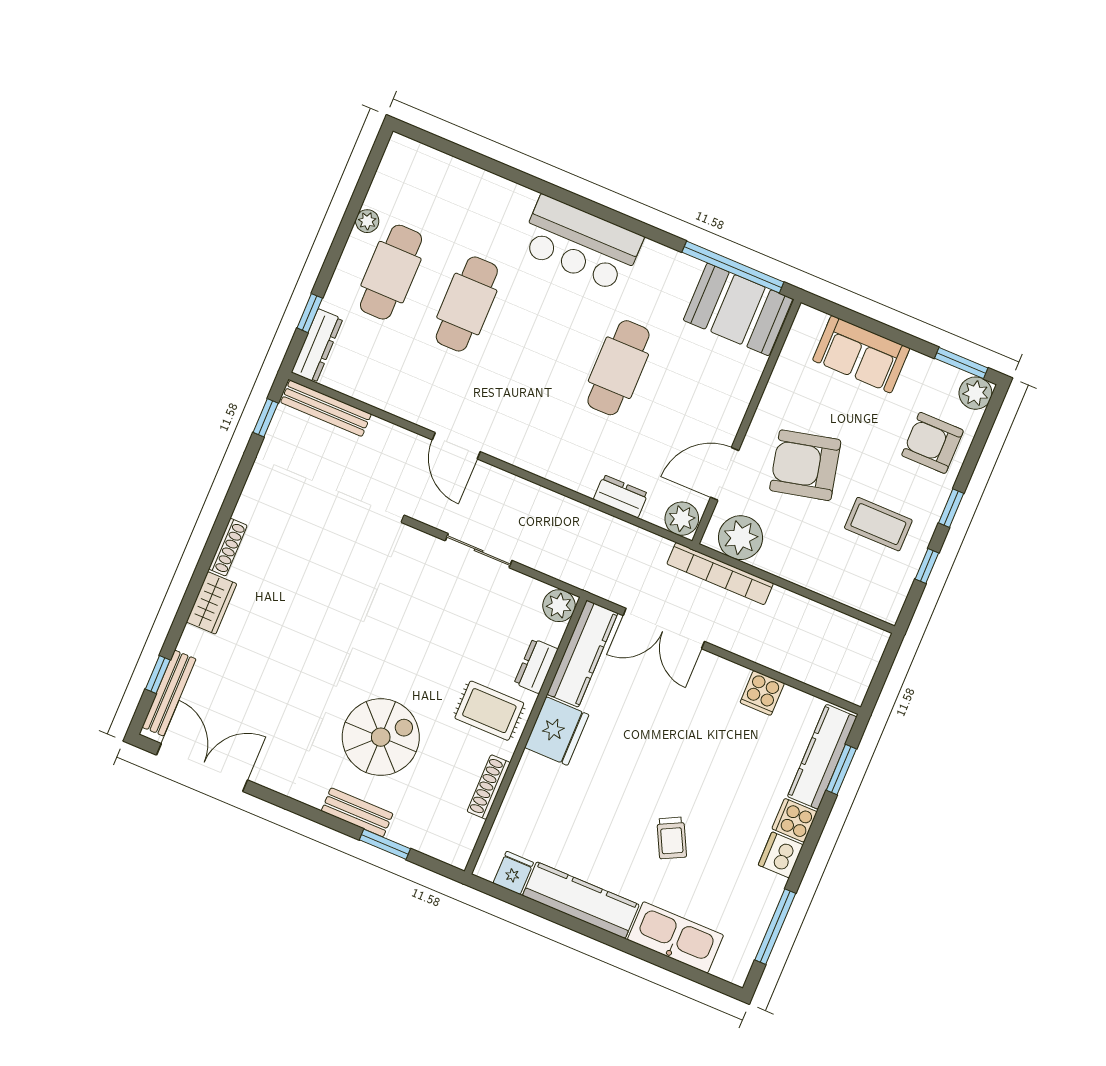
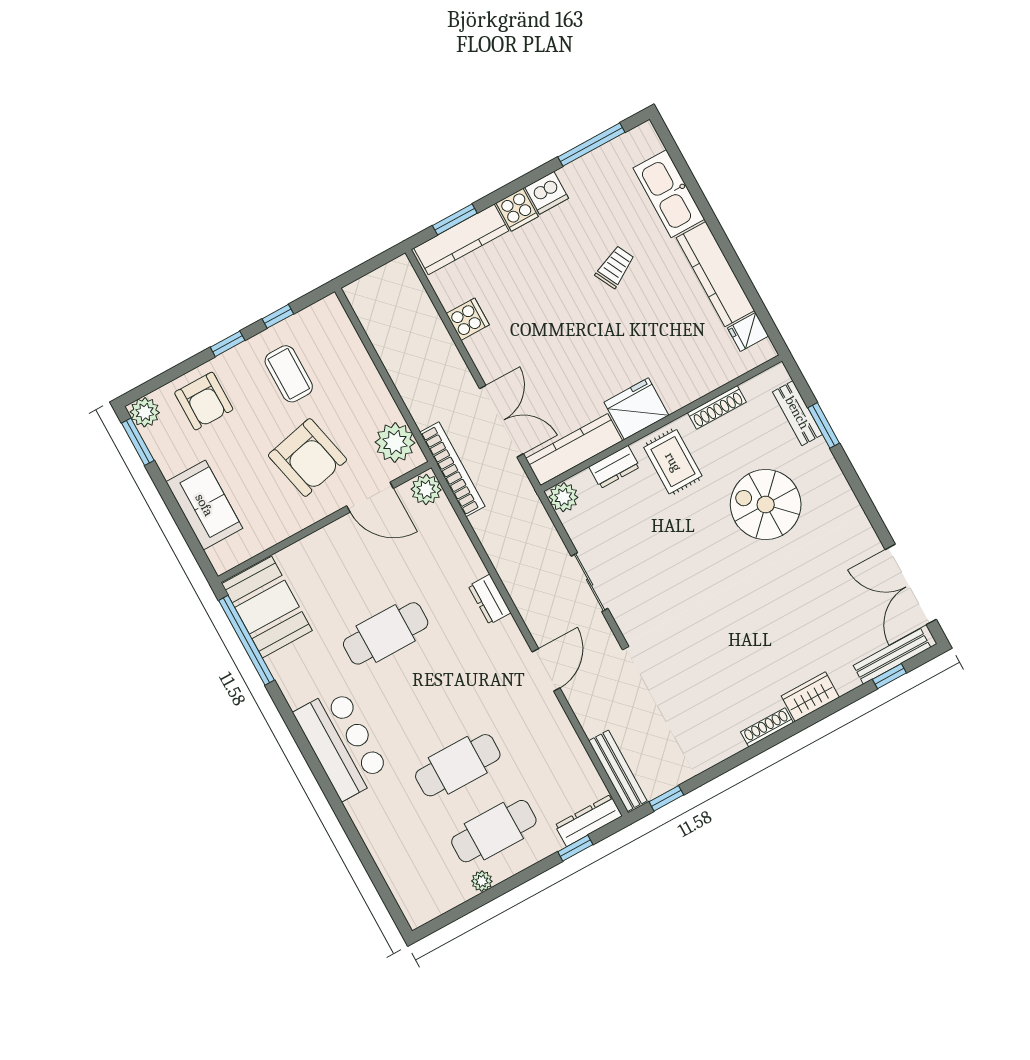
dresser: (621, 496) -> (490, 599), moved
bookcase: (720, 574) -> (452, 469), moved
bench: (357, 812) -> (797, 413), moved

